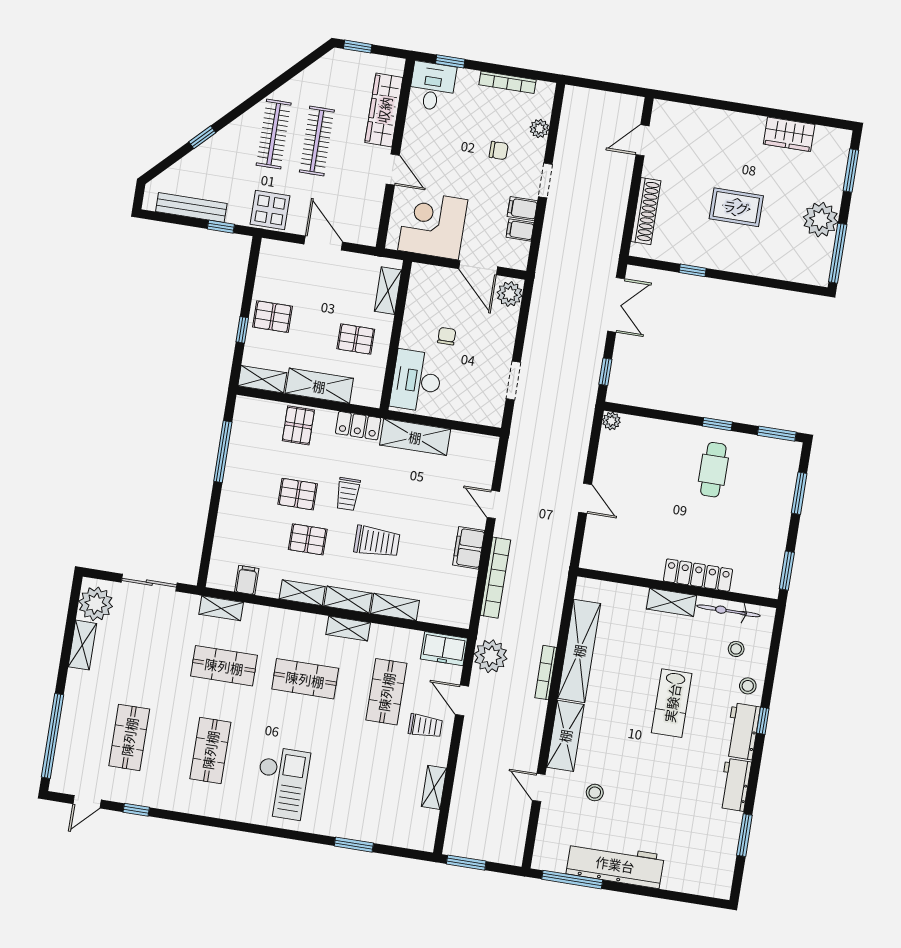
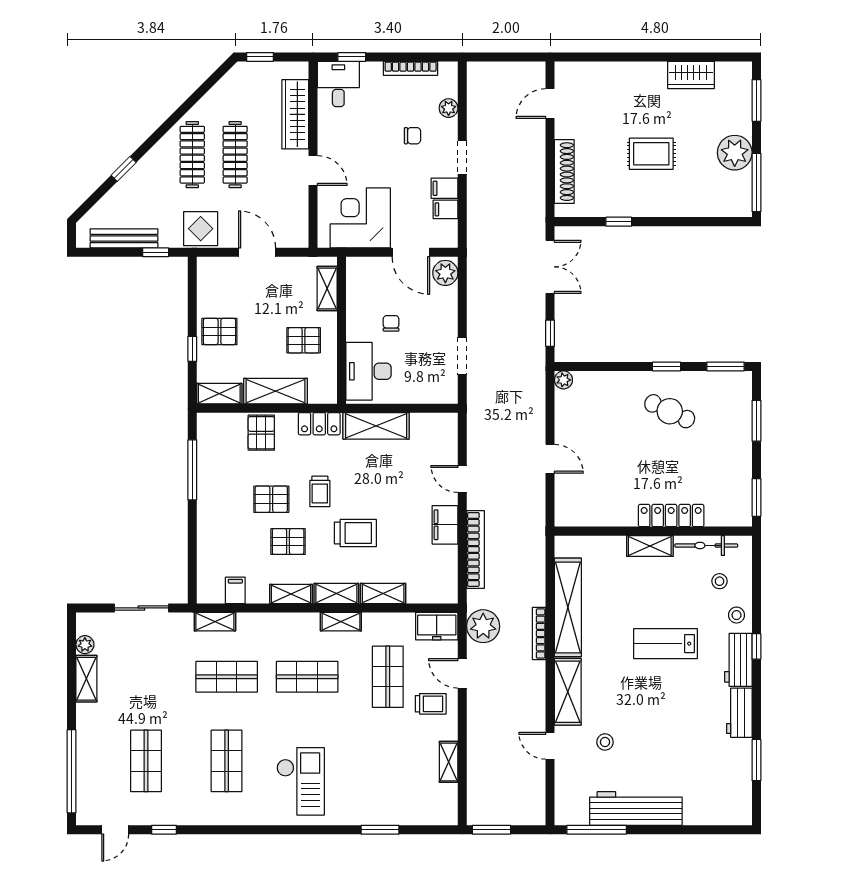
cafe table: (713, 470) -> (670, 411), turned -65
plant: (96, 604) -> (85, 645), width x0.53, depth x0.53
lab bench: (672, 703) -> (666, 644), turned 90

